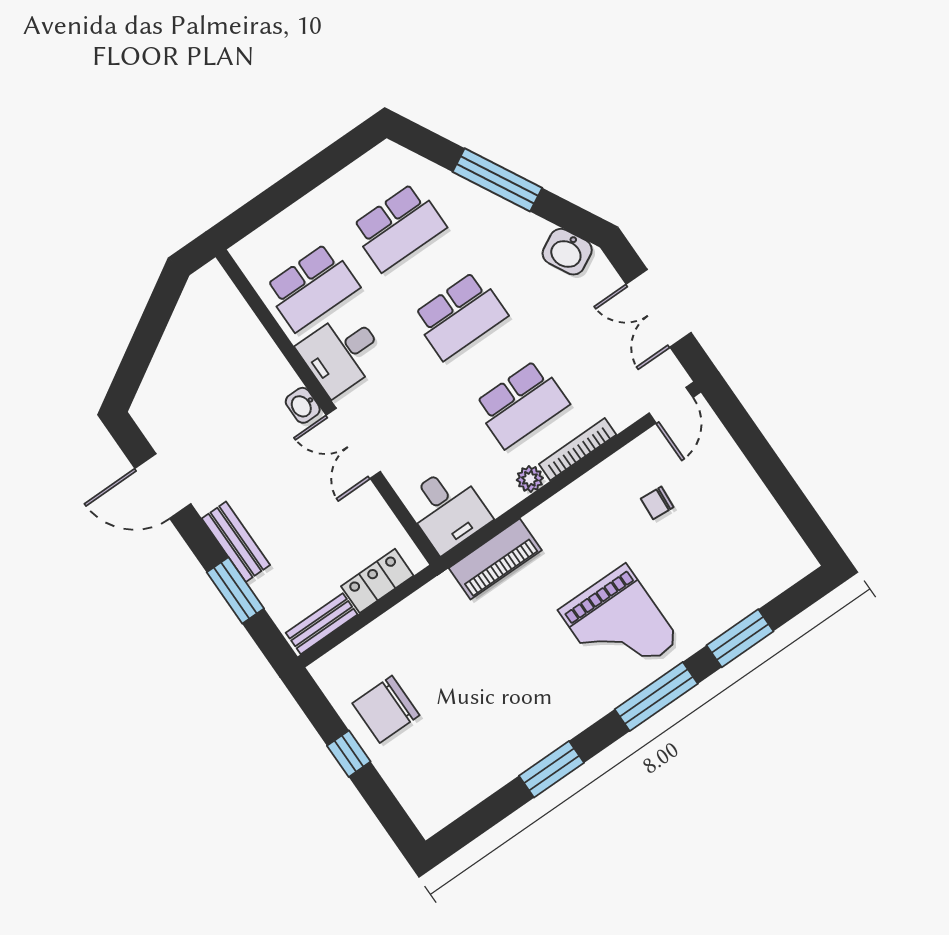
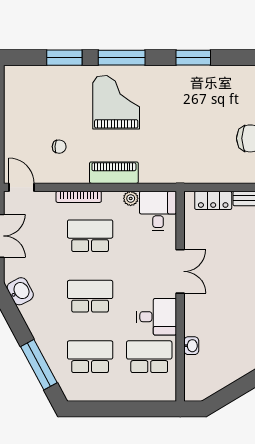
window: (497, 180) -> (39, 365), moved
washbasin: (303, 405) -> (191, 346), moved
door: (671, 405) -> (22, 187), hinge flipped
plant: (530, 479) -> (131, 198), moved
piano: (495, 559) -> (114, 173), moved

